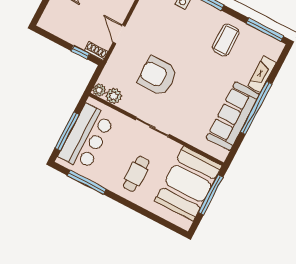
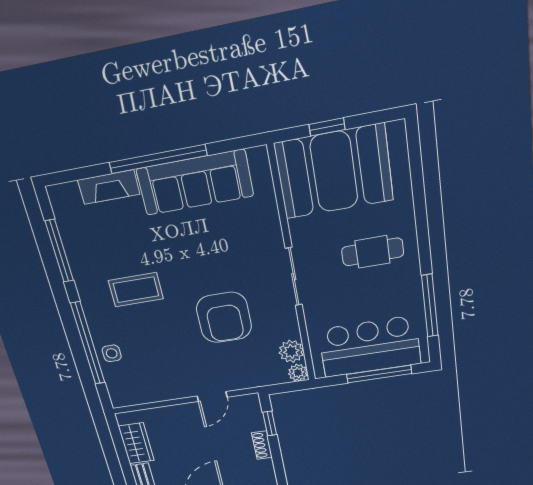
window: (265, 30) -> (59, 251), moved
coffee table: (226, 40) -> (136, 290), moved
shoe rack: (96, 51) -> (262, 445), moved
window: (211, 195) -> (327, 127), width x0.46

